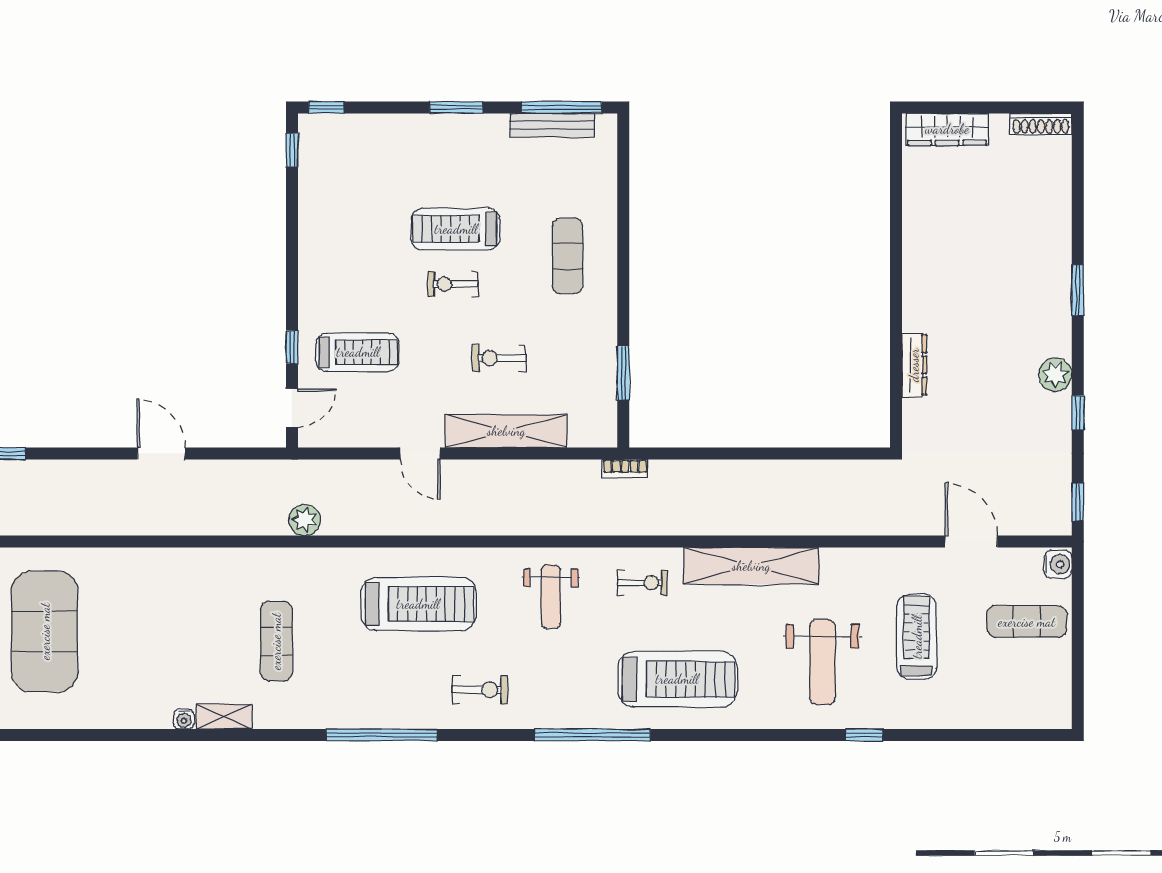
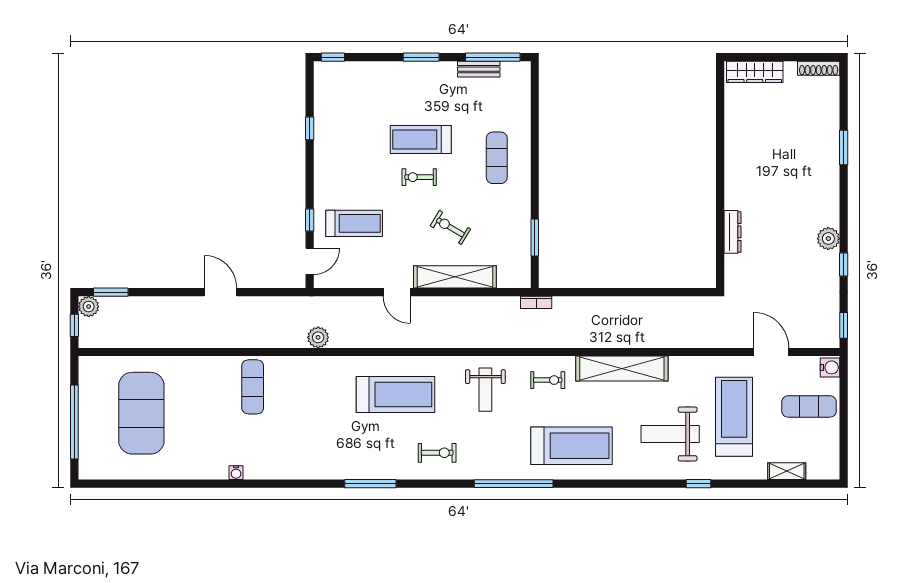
bench: (552, 125) -> (479, 69), width x0.73
window: (292, 150) -> (310, 128), moved
window: (1078, 290) -> (844, 148), moved
exercise bike: (499, 358) -> (450, 227), turned 31
treadmill: (917, 637) -> (734, 417), width x1.37, depth x1.37
exercise mat: (276, 641) -> (253, 387), moved
weight bench: (823, 662) -> (670, 434), turned 90
shelving: (224, 717) -> (787, 471), moved
window: (382, 735) -> (370, 484), width x0.68

